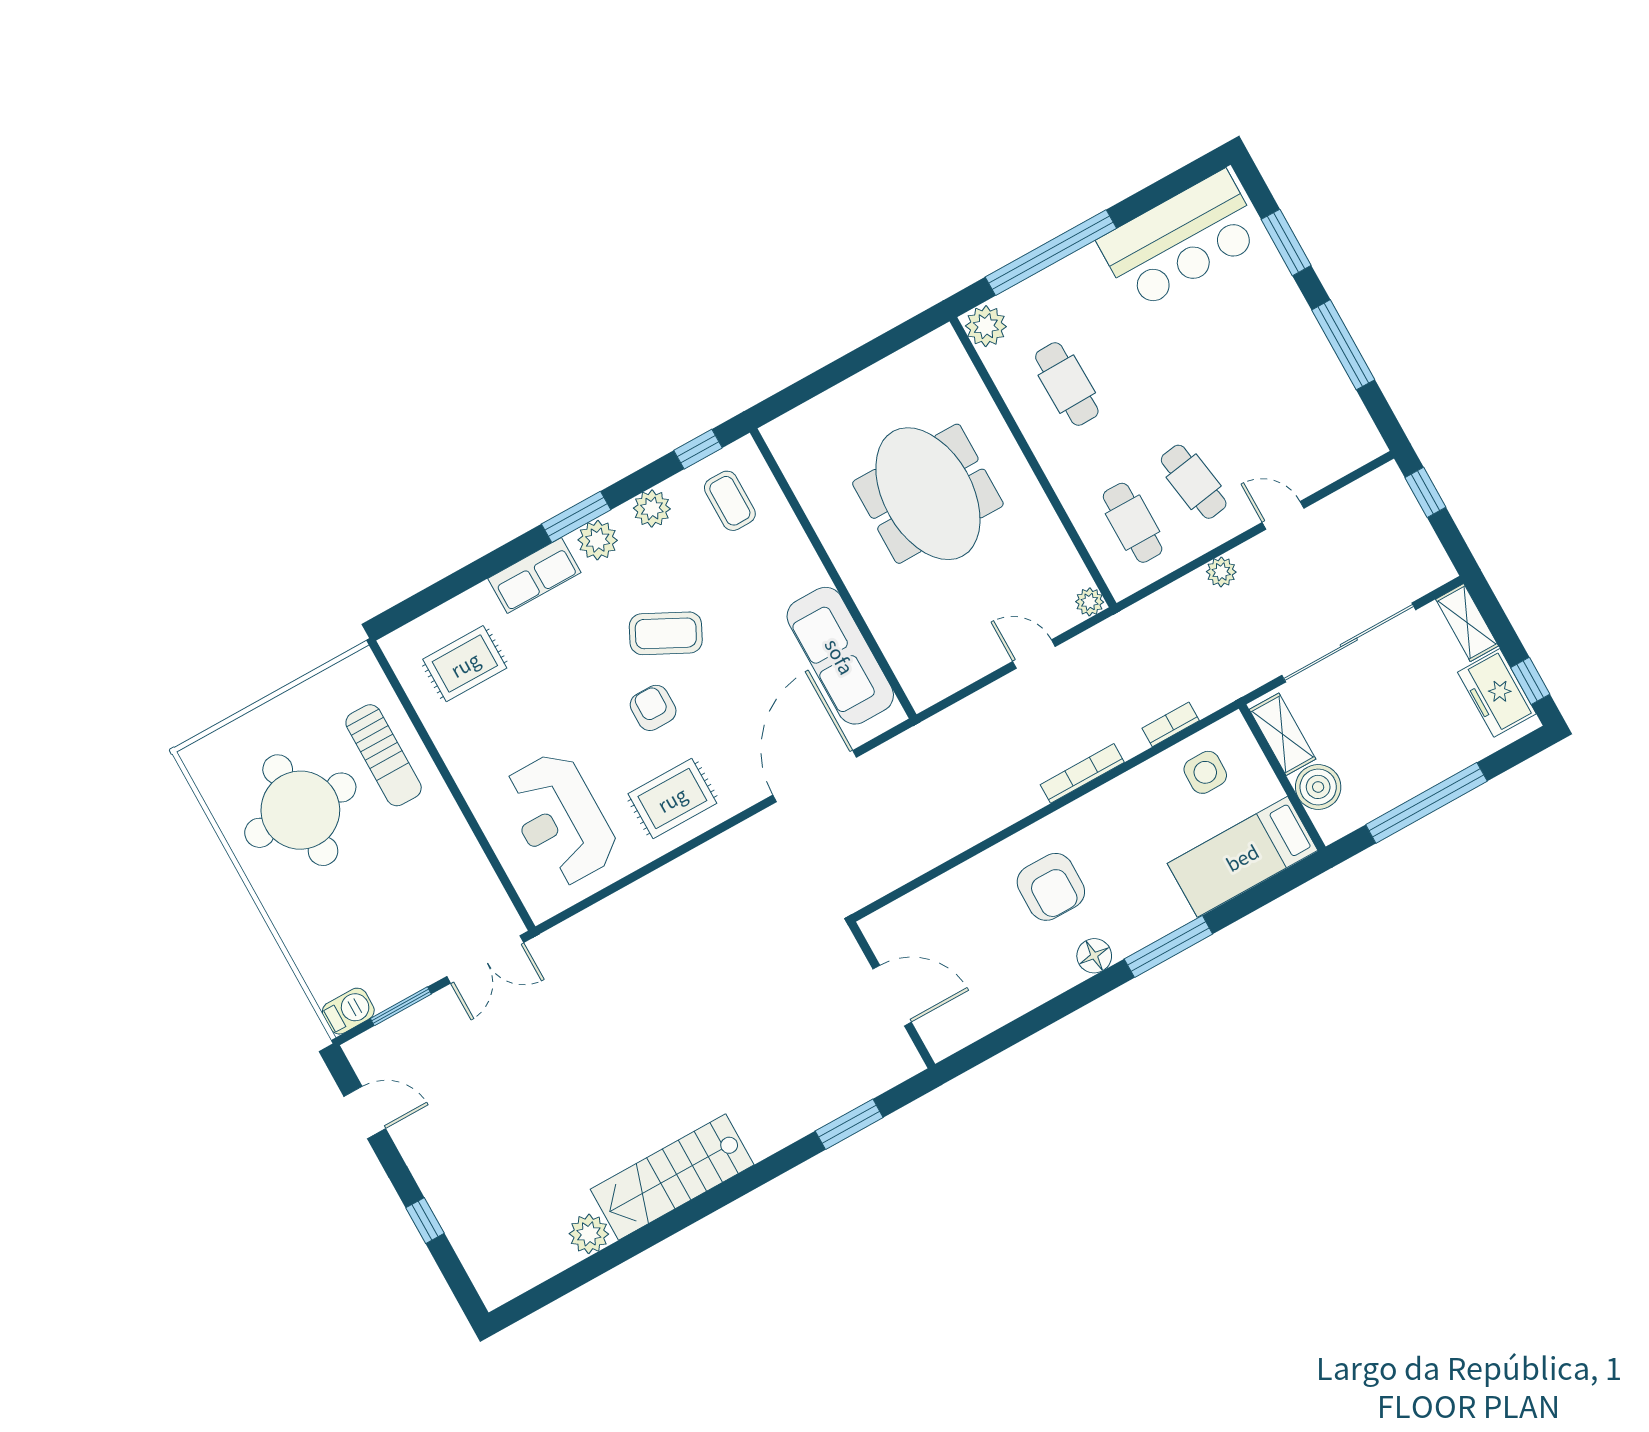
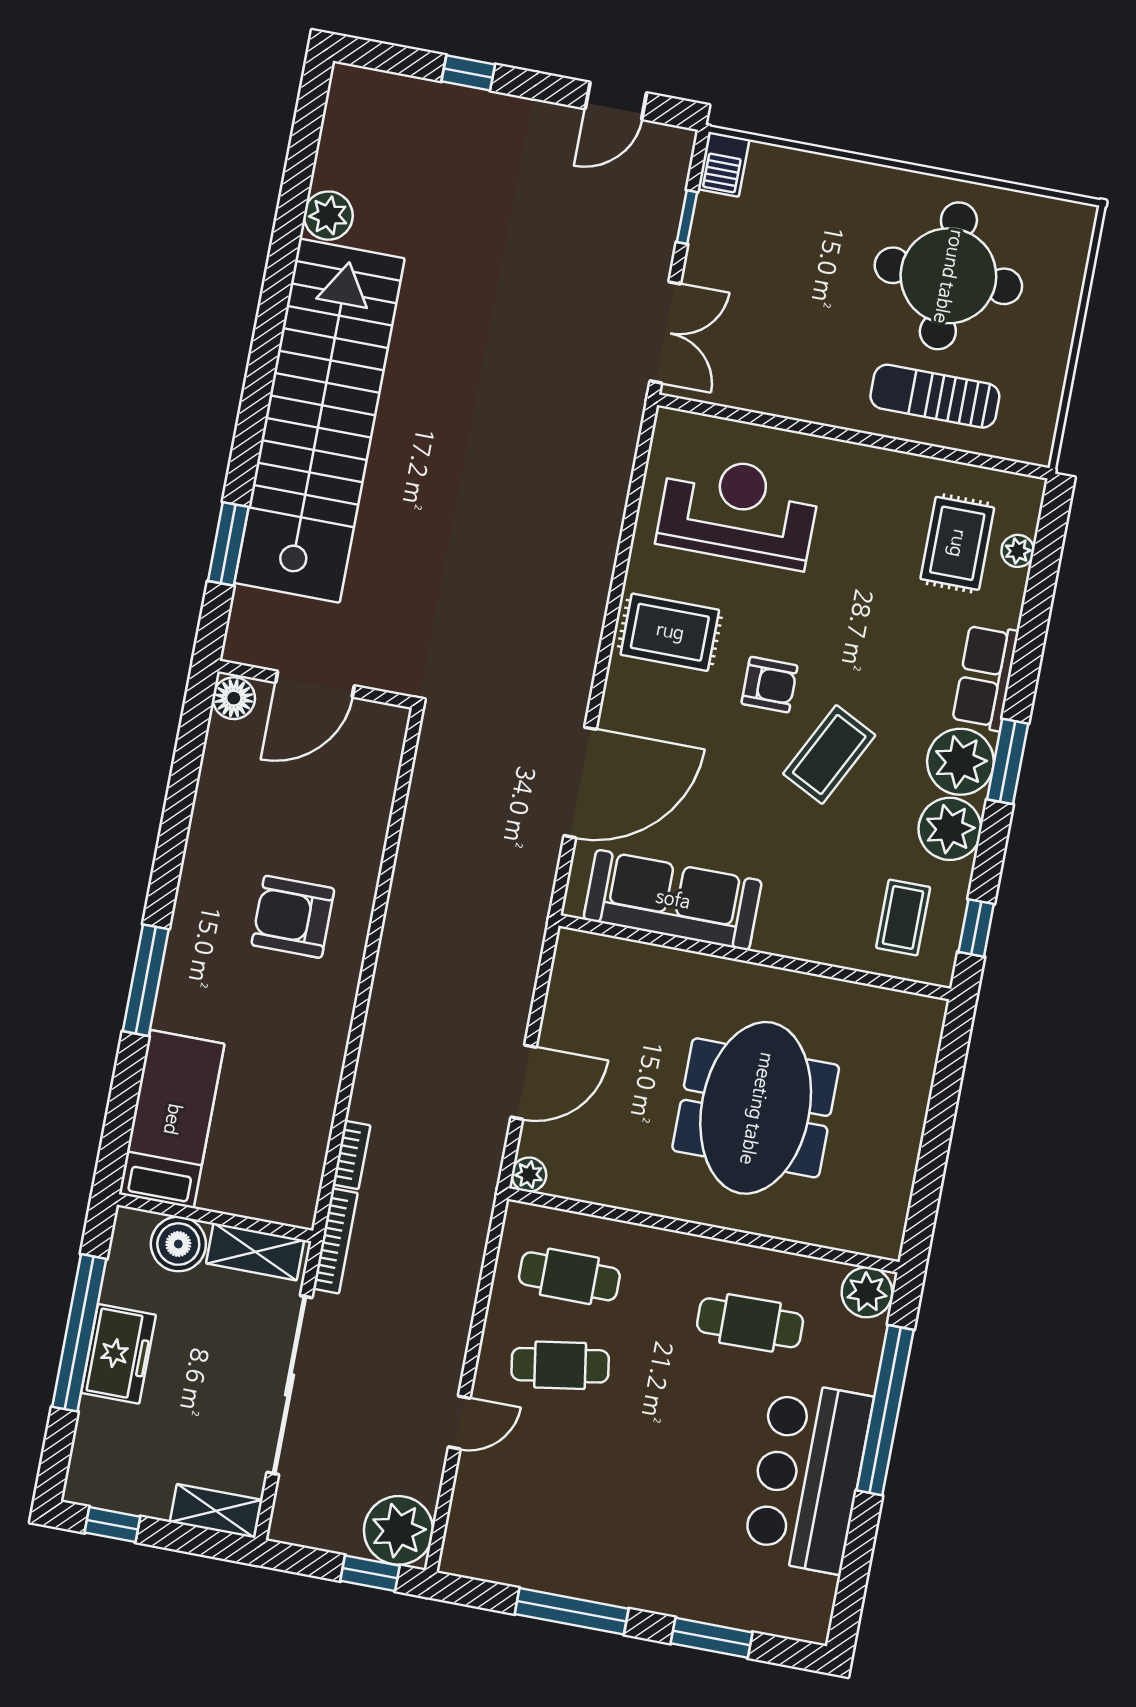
bar counter: (1181, 240) -> (808, 1477), moved
meeting table: (928, 494) -> (756, 1108), turned 90
coffee table: (730, 501) -> (903, 917), turned 90
plant: (652, 509) -> (950, 829), width x1.36, depth x1.36
plant: (598, 540) -> (960, 762), width x1.36, depth x1.36
plant: (1221, 572) -> (399, 1530), moved, width x1.88, depth x1.88
plant: (438, 621) -> (1018, 551), added
door: (1034, 654) -> (524, 1082), width x1.38
freezer: (1497, 693) -> (119, 1354), moved, turned 90
side table: (1205, 772) -> (280, 1150), removed
bookcase: (1082, 773) -> (335, 1241), moved
door: (815, 776) -> (580, 782), hinge flipped
rug: (672, 799) -> (670, 632), turned 90
floor lamp: (1094, 956) -> (234, 698), moved
double door: (485, 959) -> (665, 332), swing flipped
window: (401, 1006) -> (687, 217), width x0.67
stairs: (672, 1177) -> (319, 421), width x1.86, depth x1.51

